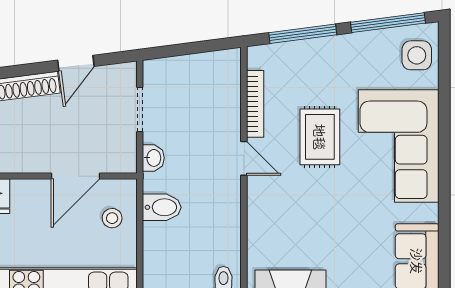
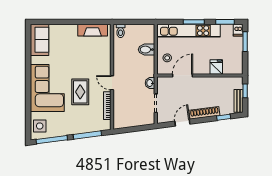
bidet: (162, 207) -> (146, 50), moved

